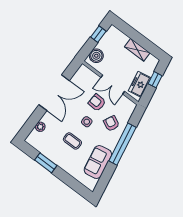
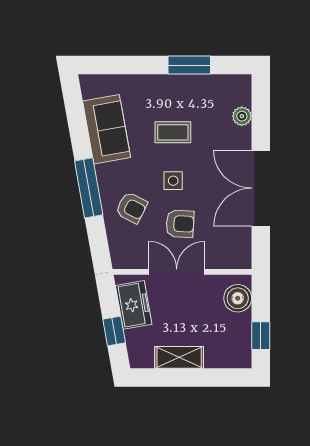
window: (122, 144) -> (89, 188), width x0.68

